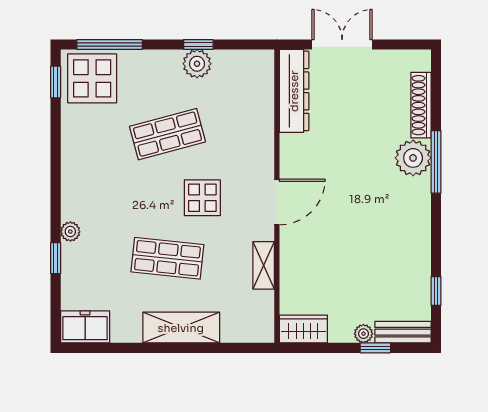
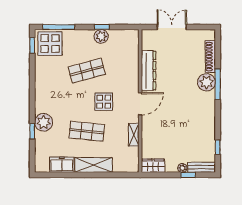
dresser: (294, 91) -> (149, 71), moved
plant: (70, 232) -> (44, 122), width x1.88, depth x1.88
freezer: (85, 327) -> (62, 165), moved

